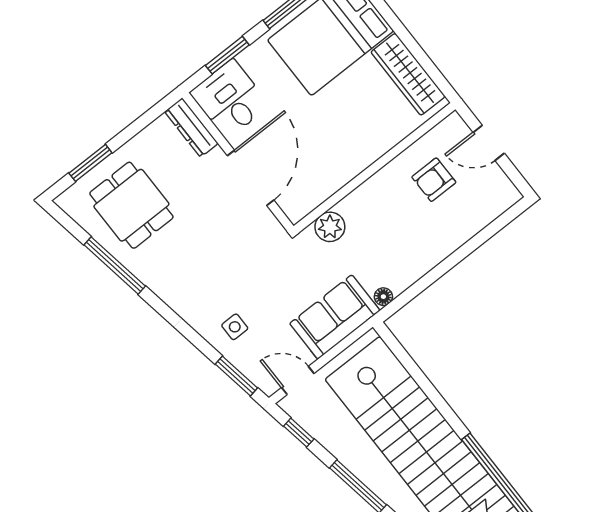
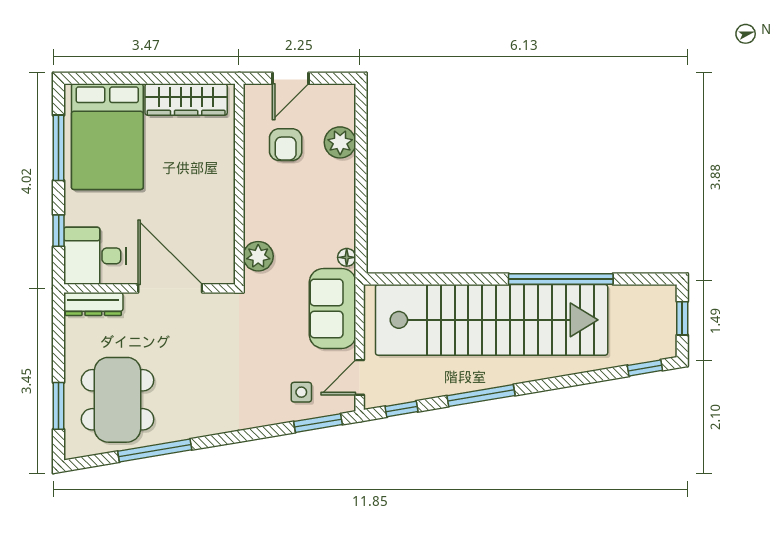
window: (227, 55) -> (59, 231), width x0.67
dining table: (131, 205) -> (118, 400), width x1.38
plant: (469, 221) -> (340, 142), added
side table: (235, 327) -> (301, 392), moved

